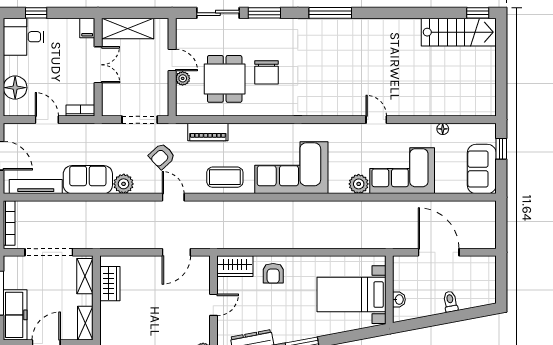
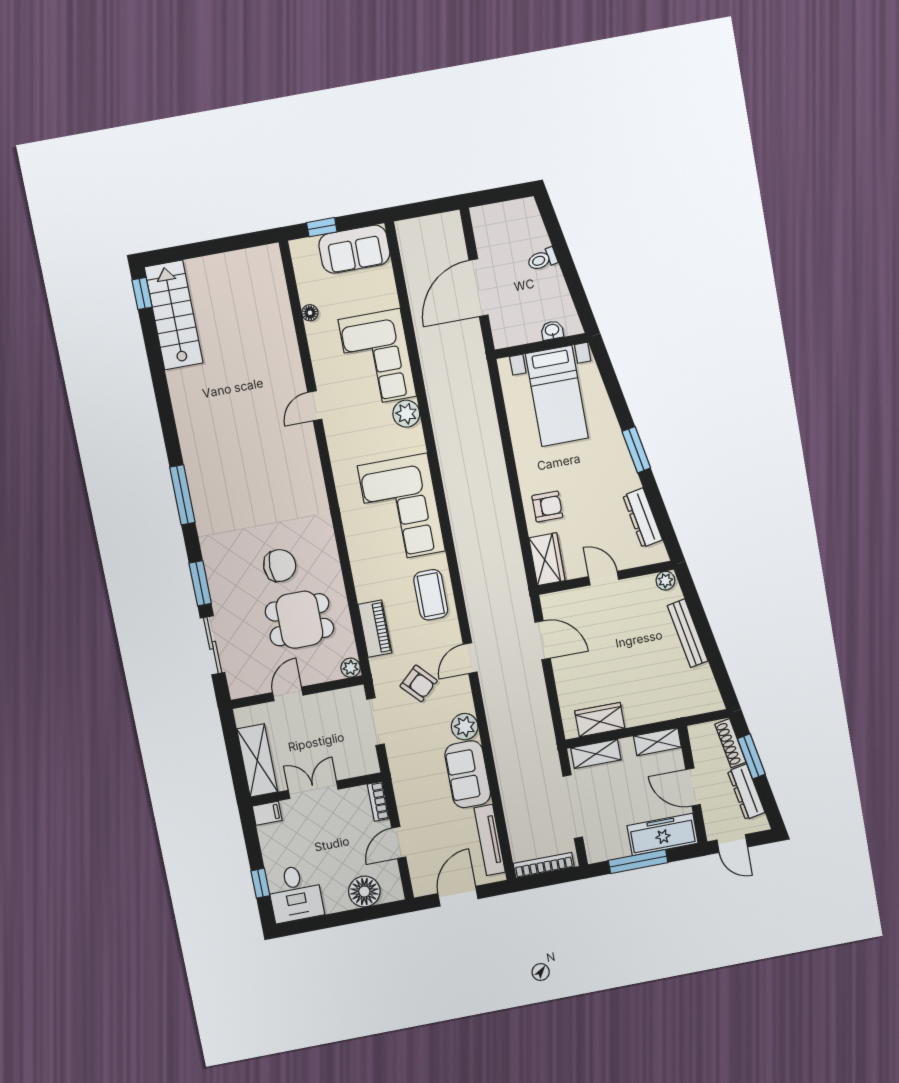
plant: (183, 78) -> (351, 668), moved

